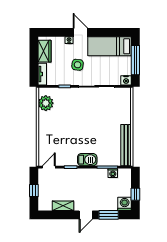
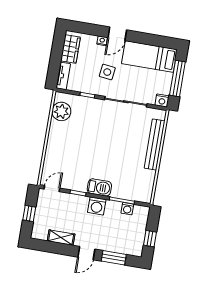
door: (80, 32) -> (117, 34), swing flipped
bench: (126, 145) -> (155, 144), moved
washing machine: (125, 204) -> (97, 206), moved, turned 180

